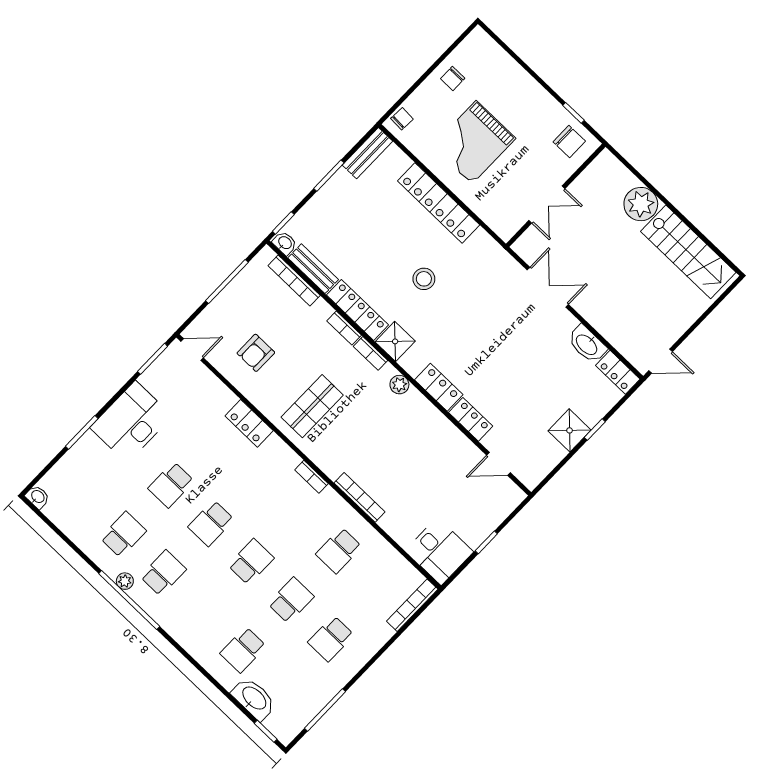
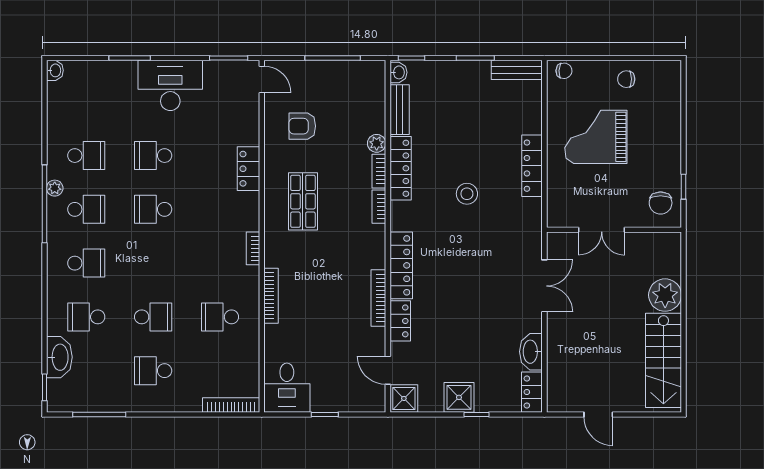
locker: (439, 203) -> (532, 166), width x0.71, depth x0.83
bookcase: (294, 281) -> (378, 298), moved
shower: (395, 341) -> (404, 398), moved
door: (661, 361) -> (598, 414), moved
plant: (399, 385) -> (377, 143), moved
locker: (439, 387) -> (401, 265), width x1.53
shop shelf: (312, 406) -> (303, 201), turned 90
school desk: (251, 562) -> (86, 263), moved

